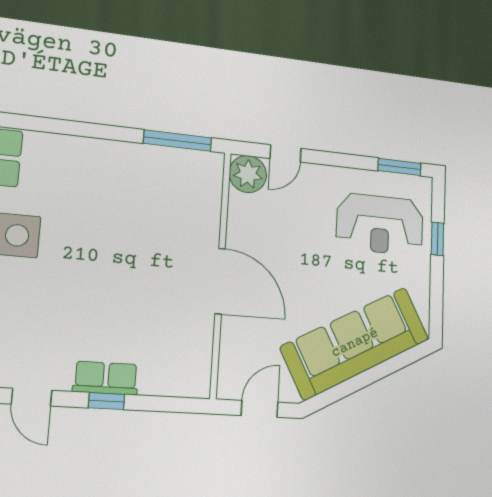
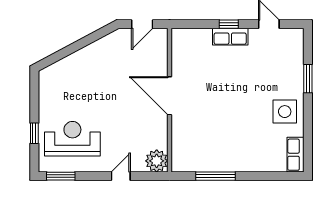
window: (178, 141) -> (216, 176), moved
door: (285, 153) -> (121, 176), moved
sofa: (355, 343) -> (86, 65), removed

